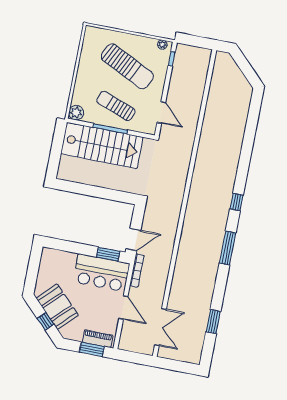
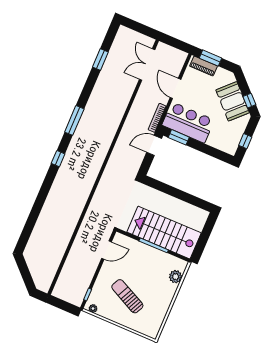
sun lounger: (127, 66) -> (127, 296), width x0.73, depth x0.75
sun lounger: (116, 106) -> (145, 264), removed
door: (161, 112) -> (107, 250), swing flipped
plant: (76, 113) -> (176, 277), moved
window: (34, 266) -> (245, 141), added
window: (45, 321) -> (249, 101), moved

